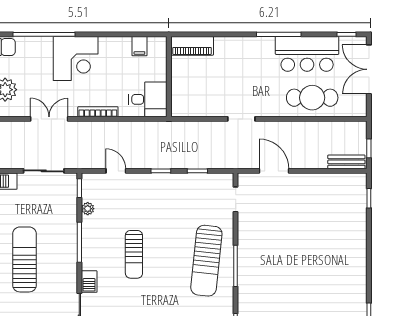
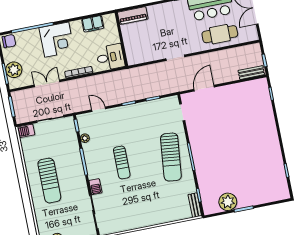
filing cabinet: (139, 46) -> (93, 24), width x2.00
door: (274, 171) -> (204, 88), hinge flipped
sun lounger: (24, 259) -> (49, 181), turned 180

